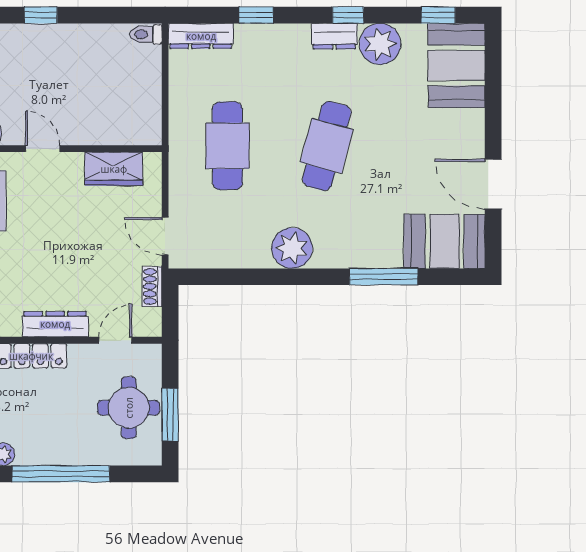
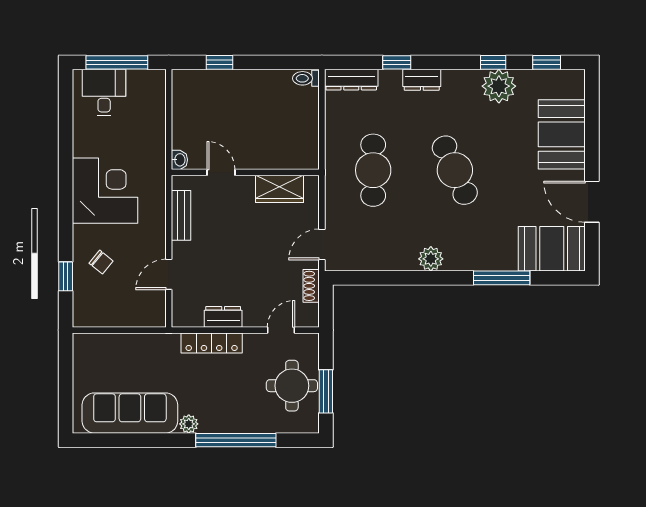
window: (348, 15) -> (493, 62), moved
dresser: (334, 36) -> (422, 80), moved
booth: (457, 66) -> (562, 134), moved
cafe table: (327, 146) -> (455, 170), turned -39
door: (165, 236) -> (322, 244), hinge flipped
plant: (292, 248) -> (431, 259), width x0.73, depth x0.73
dresser: (55, 324) -> (223, 317), width x0.70

